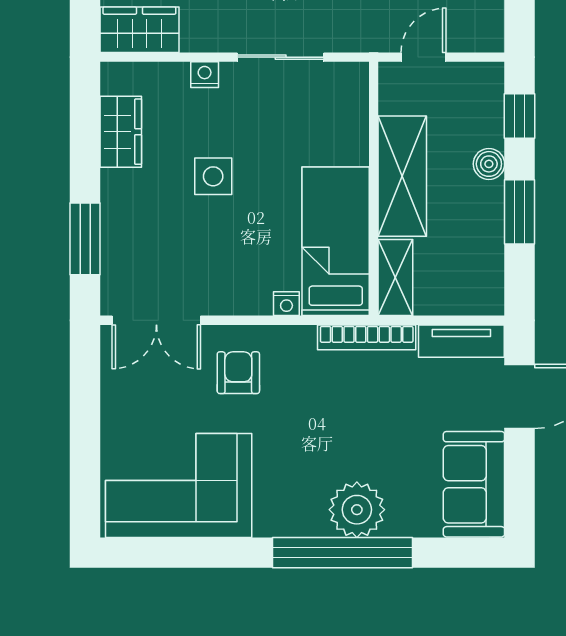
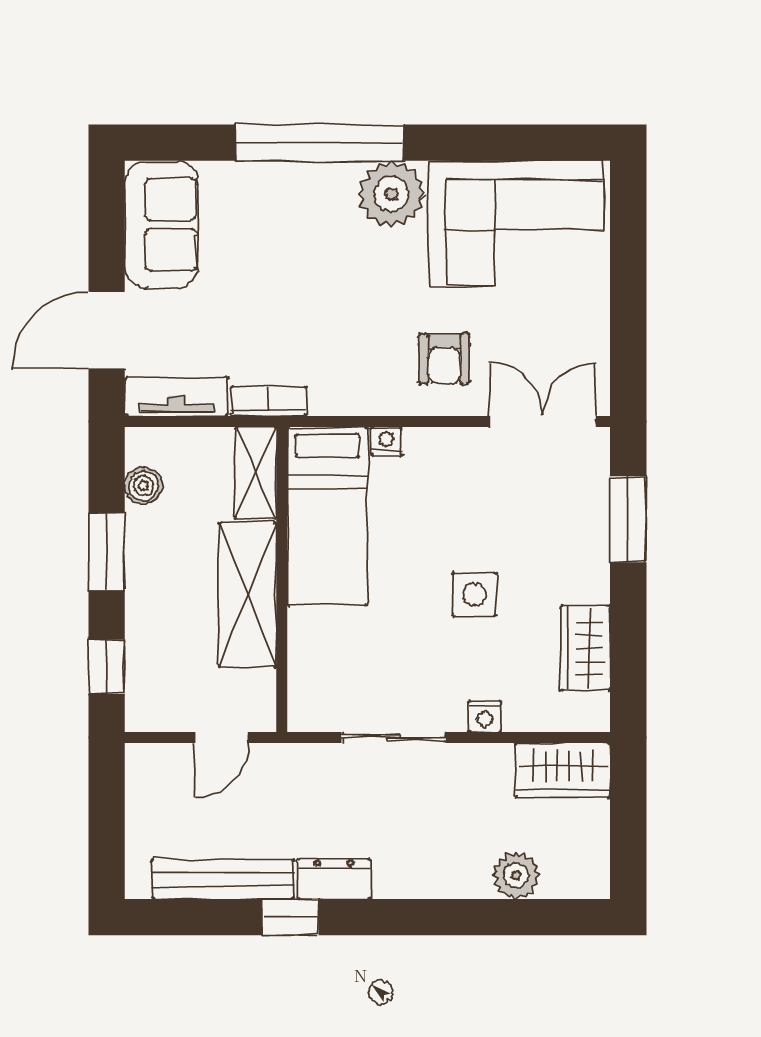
boiler: (489, 164) -> (143, 486), moved
bookcase: (367, 337) -> (269, 401), width x0.64
plant: (357, 510) -> (391, 194), moved

